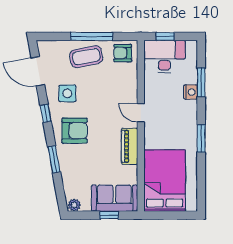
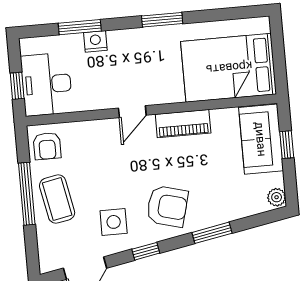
armchair: (75, 131) -> (167, 206), turned 105

